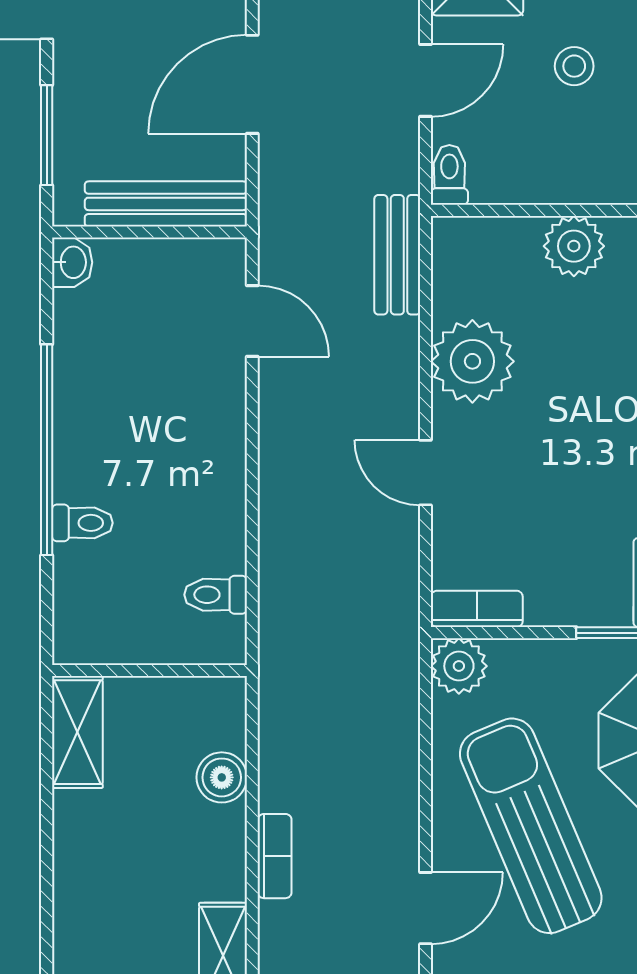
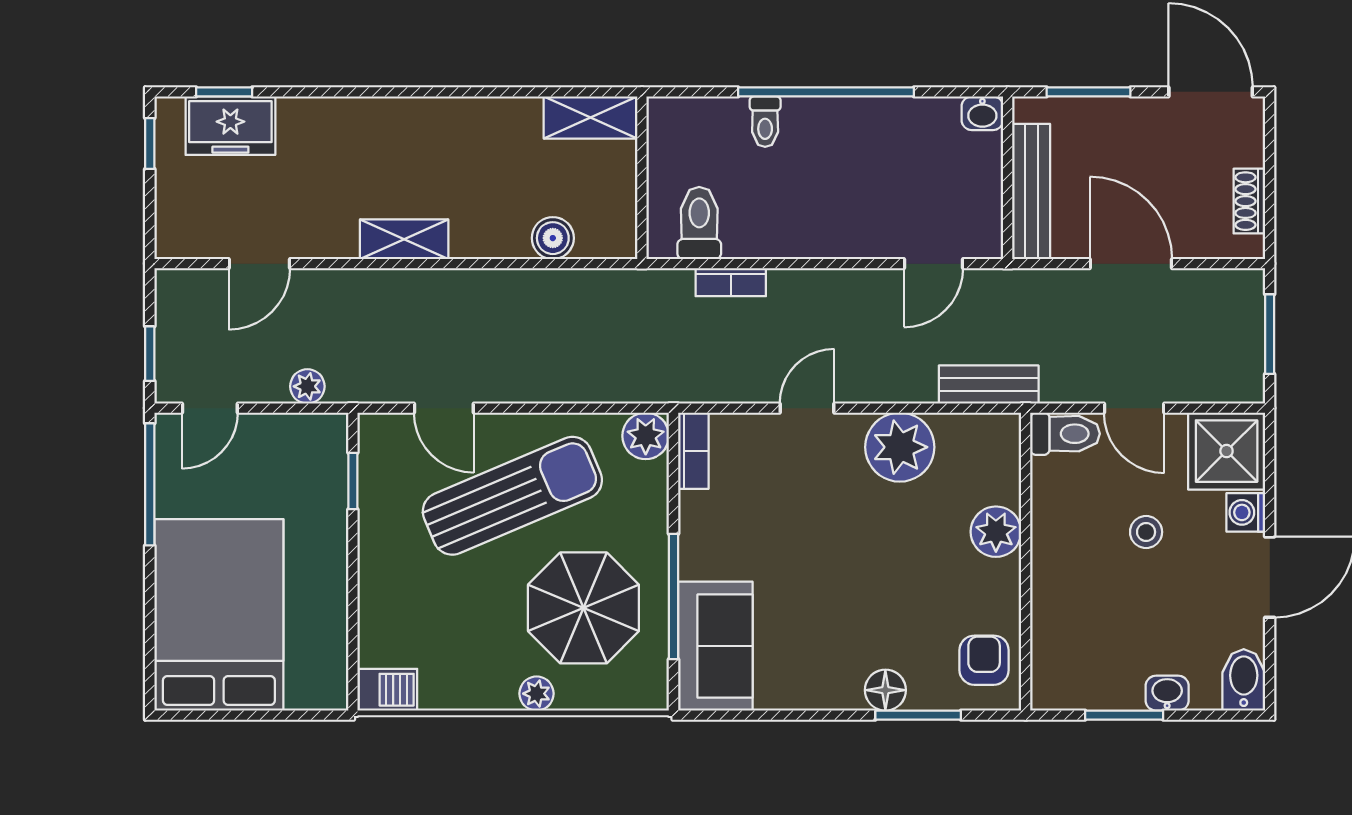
toilet: (449, 175) -> (1065, 434), width x1.37, depth x1.39
toilet: (216, 595) -> (699, 223), width x1.37, depth x1.39
bookcase: (275, 856) -> (731, 282), moved

